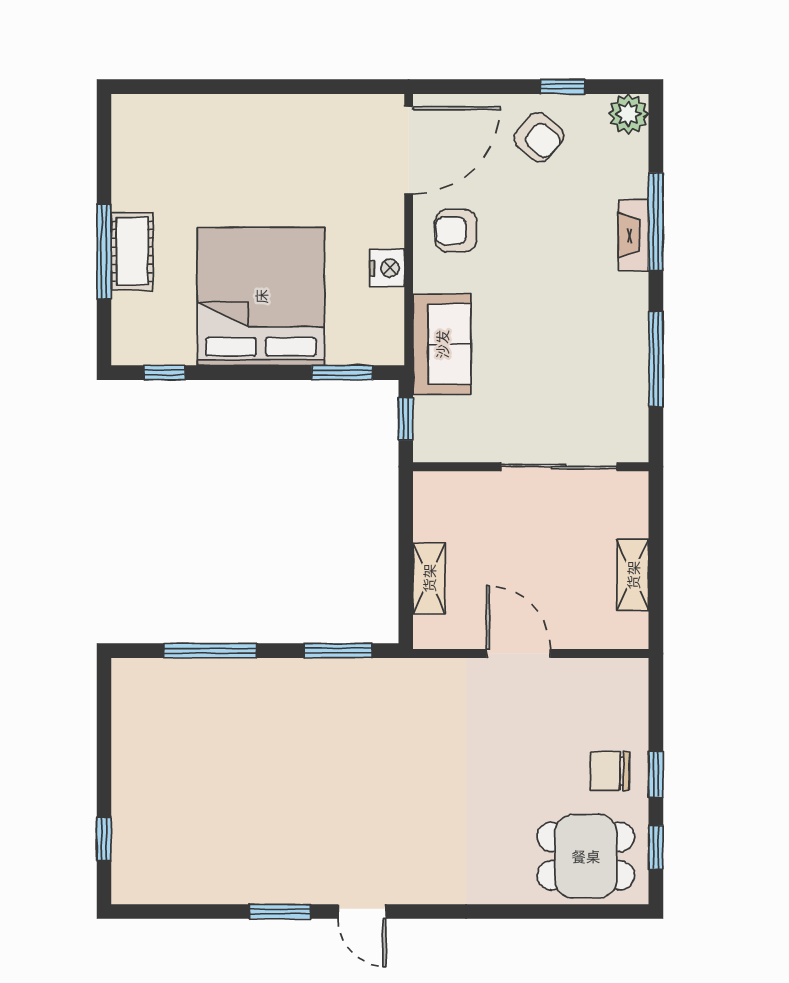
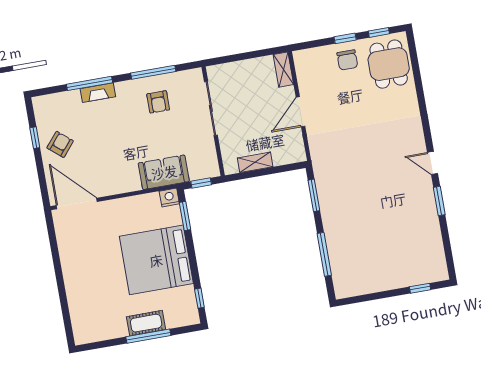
plant: (628, 114) -> (42, 105), removed
armchair: (456, 231) -> (158, 102), moved
nightstand: (387, 268) -> (169, 197), moved
shelving: (633, 575) -> (283, 70), moved, turned 90
shelving: (429, 578) -> (255, 162), moved
door: (362, 912) -> (432, 163), swing flipped

